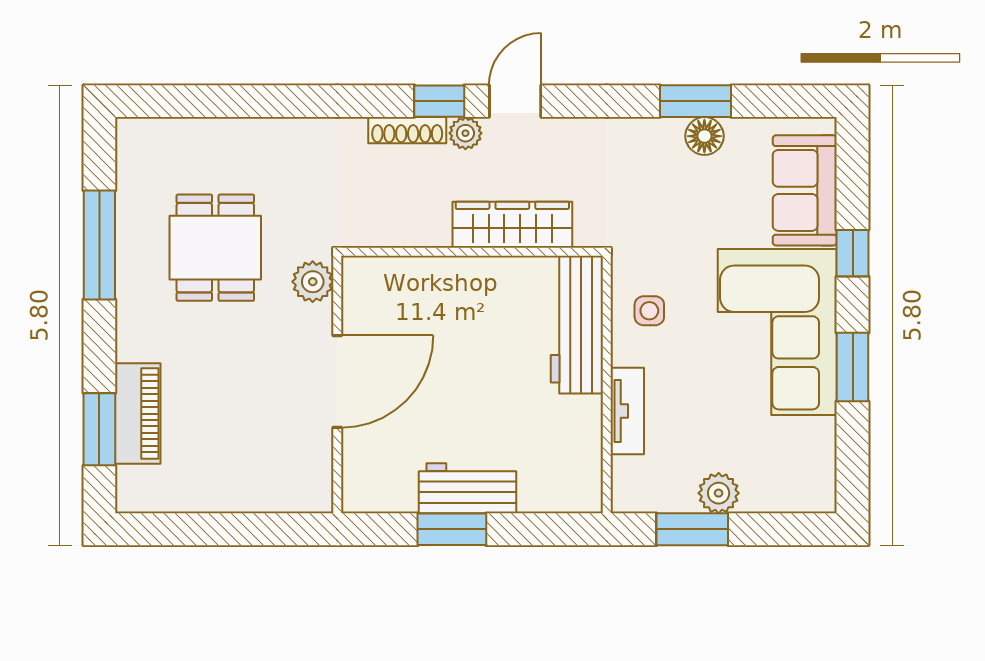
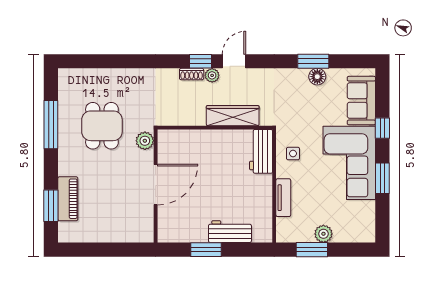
shoe rack: (407, 130) -> (192, 74), width x0.70
workbench: (577, 325) -> (261, 151), width x0.73
workbench: (467, 488) -> (230, 232), moved

